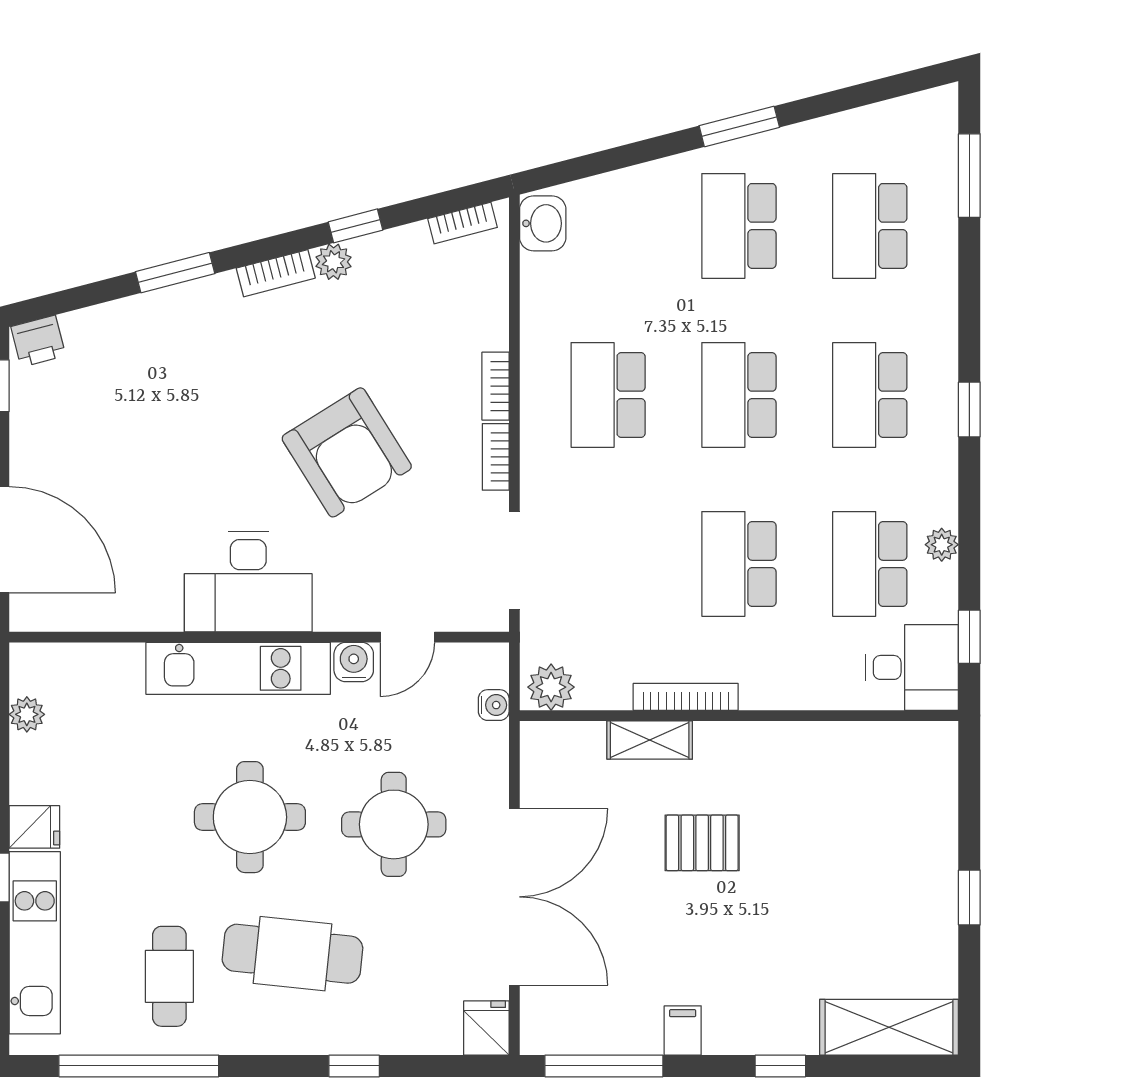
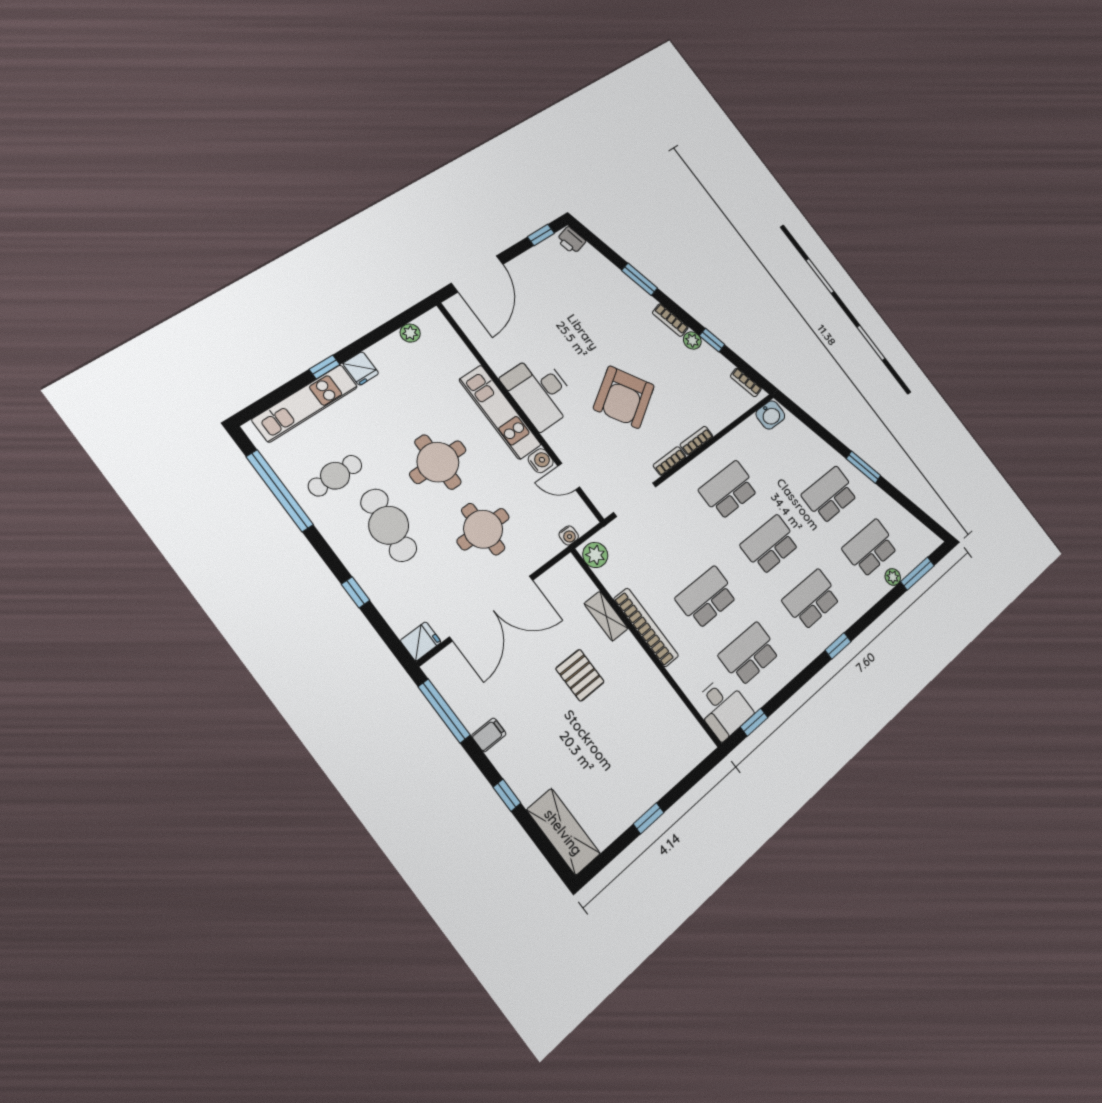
plant: (942, 545) -> (893, 577), moved
bookcase: (686, 697) -> (646, 627), width x1.48, depth x1.31

